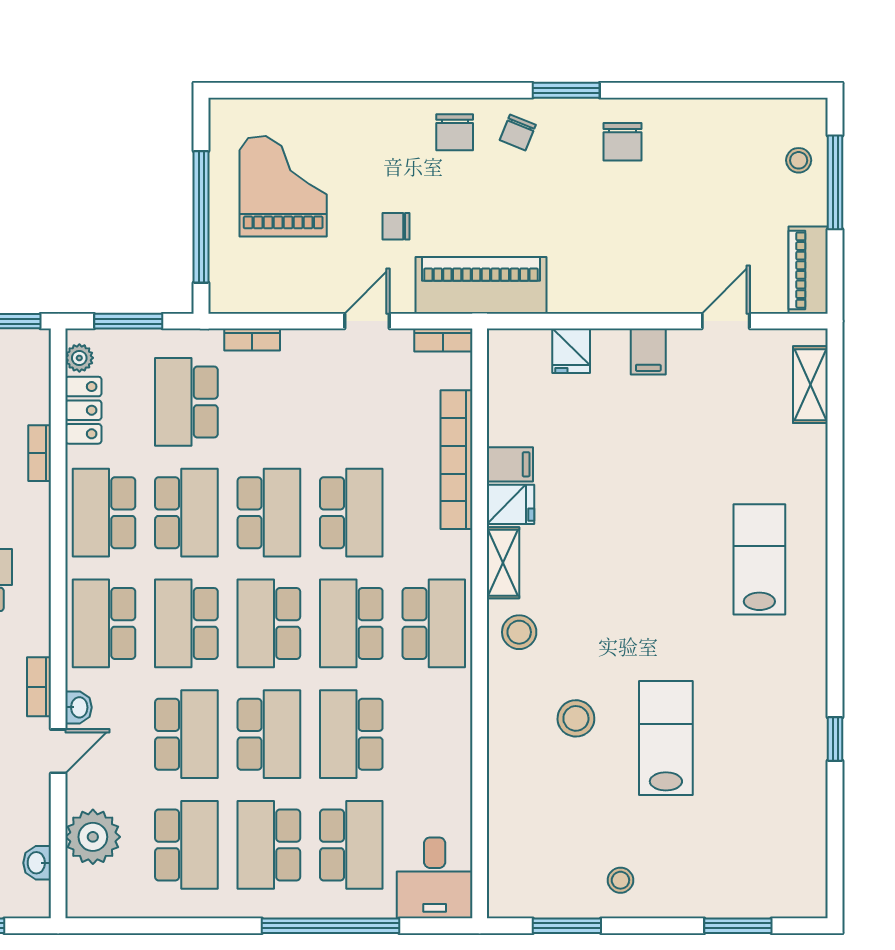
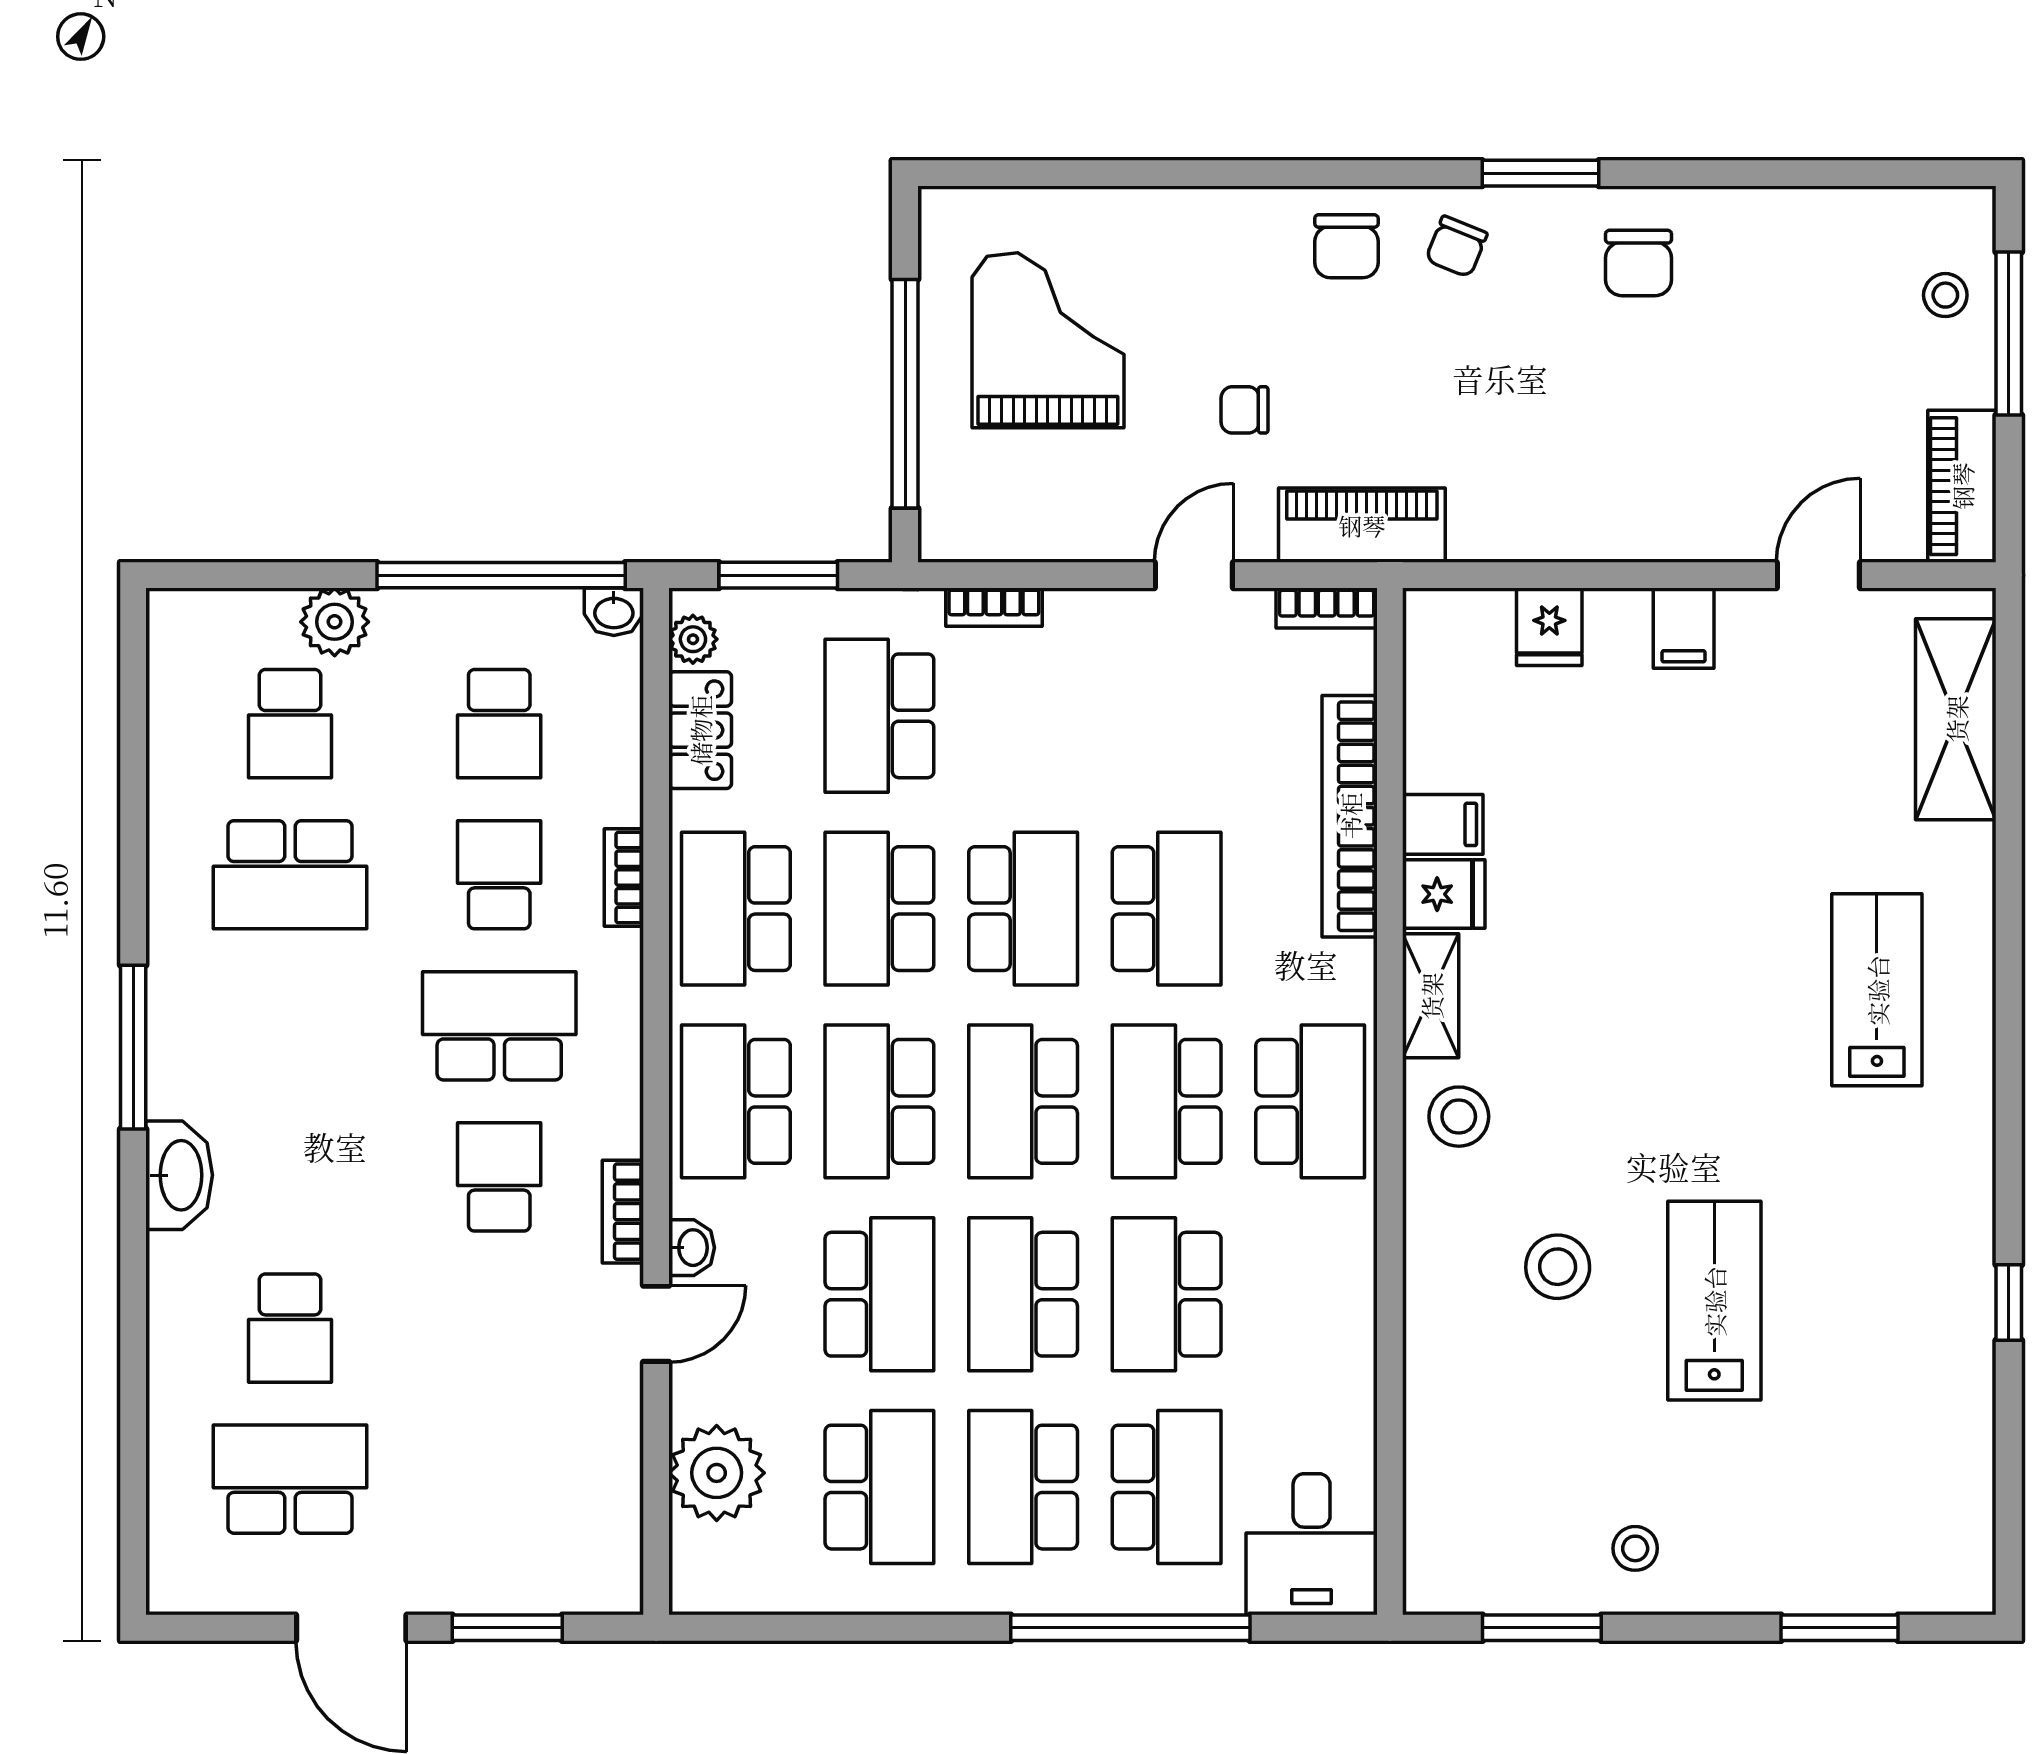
piano: (481, 285) -> (1362, 525), width x0.73, depth x0.75
shelving: (810, 385) -> (1956, 719), width x1.50, depth x1.33
bookcase: (40, 453) -> (624, 878), moved
school desk: (186, 513) -> (879, 909), turned 180
school desk: (269, 734) -> (1023, 1294), turned 180
washbasin: (37, 863) -> (614, 612), moved, turned -90

